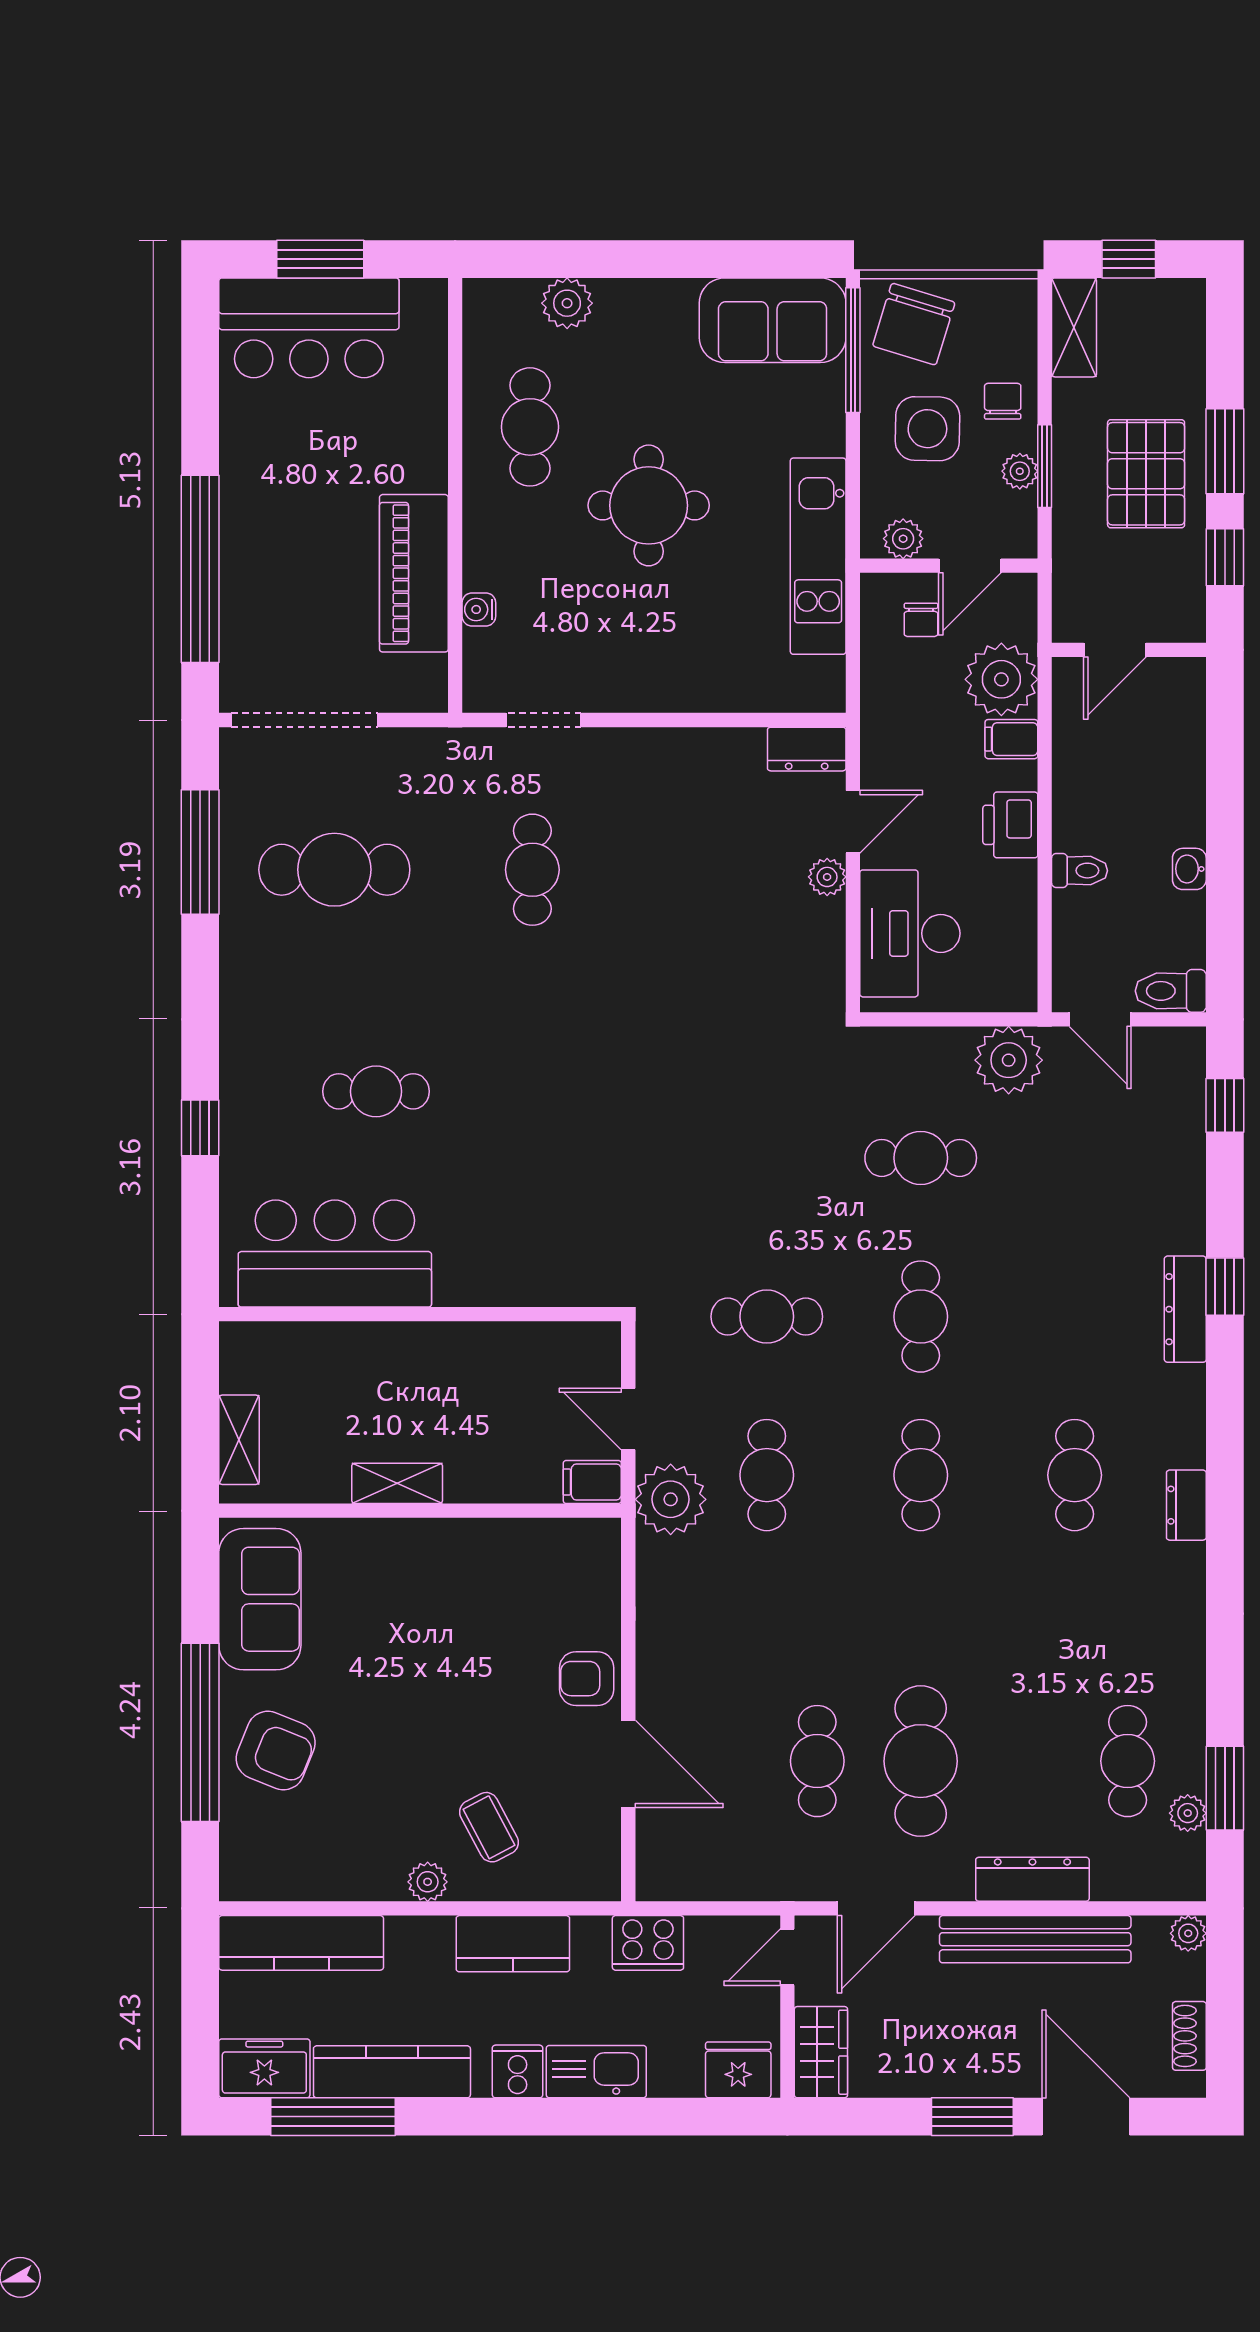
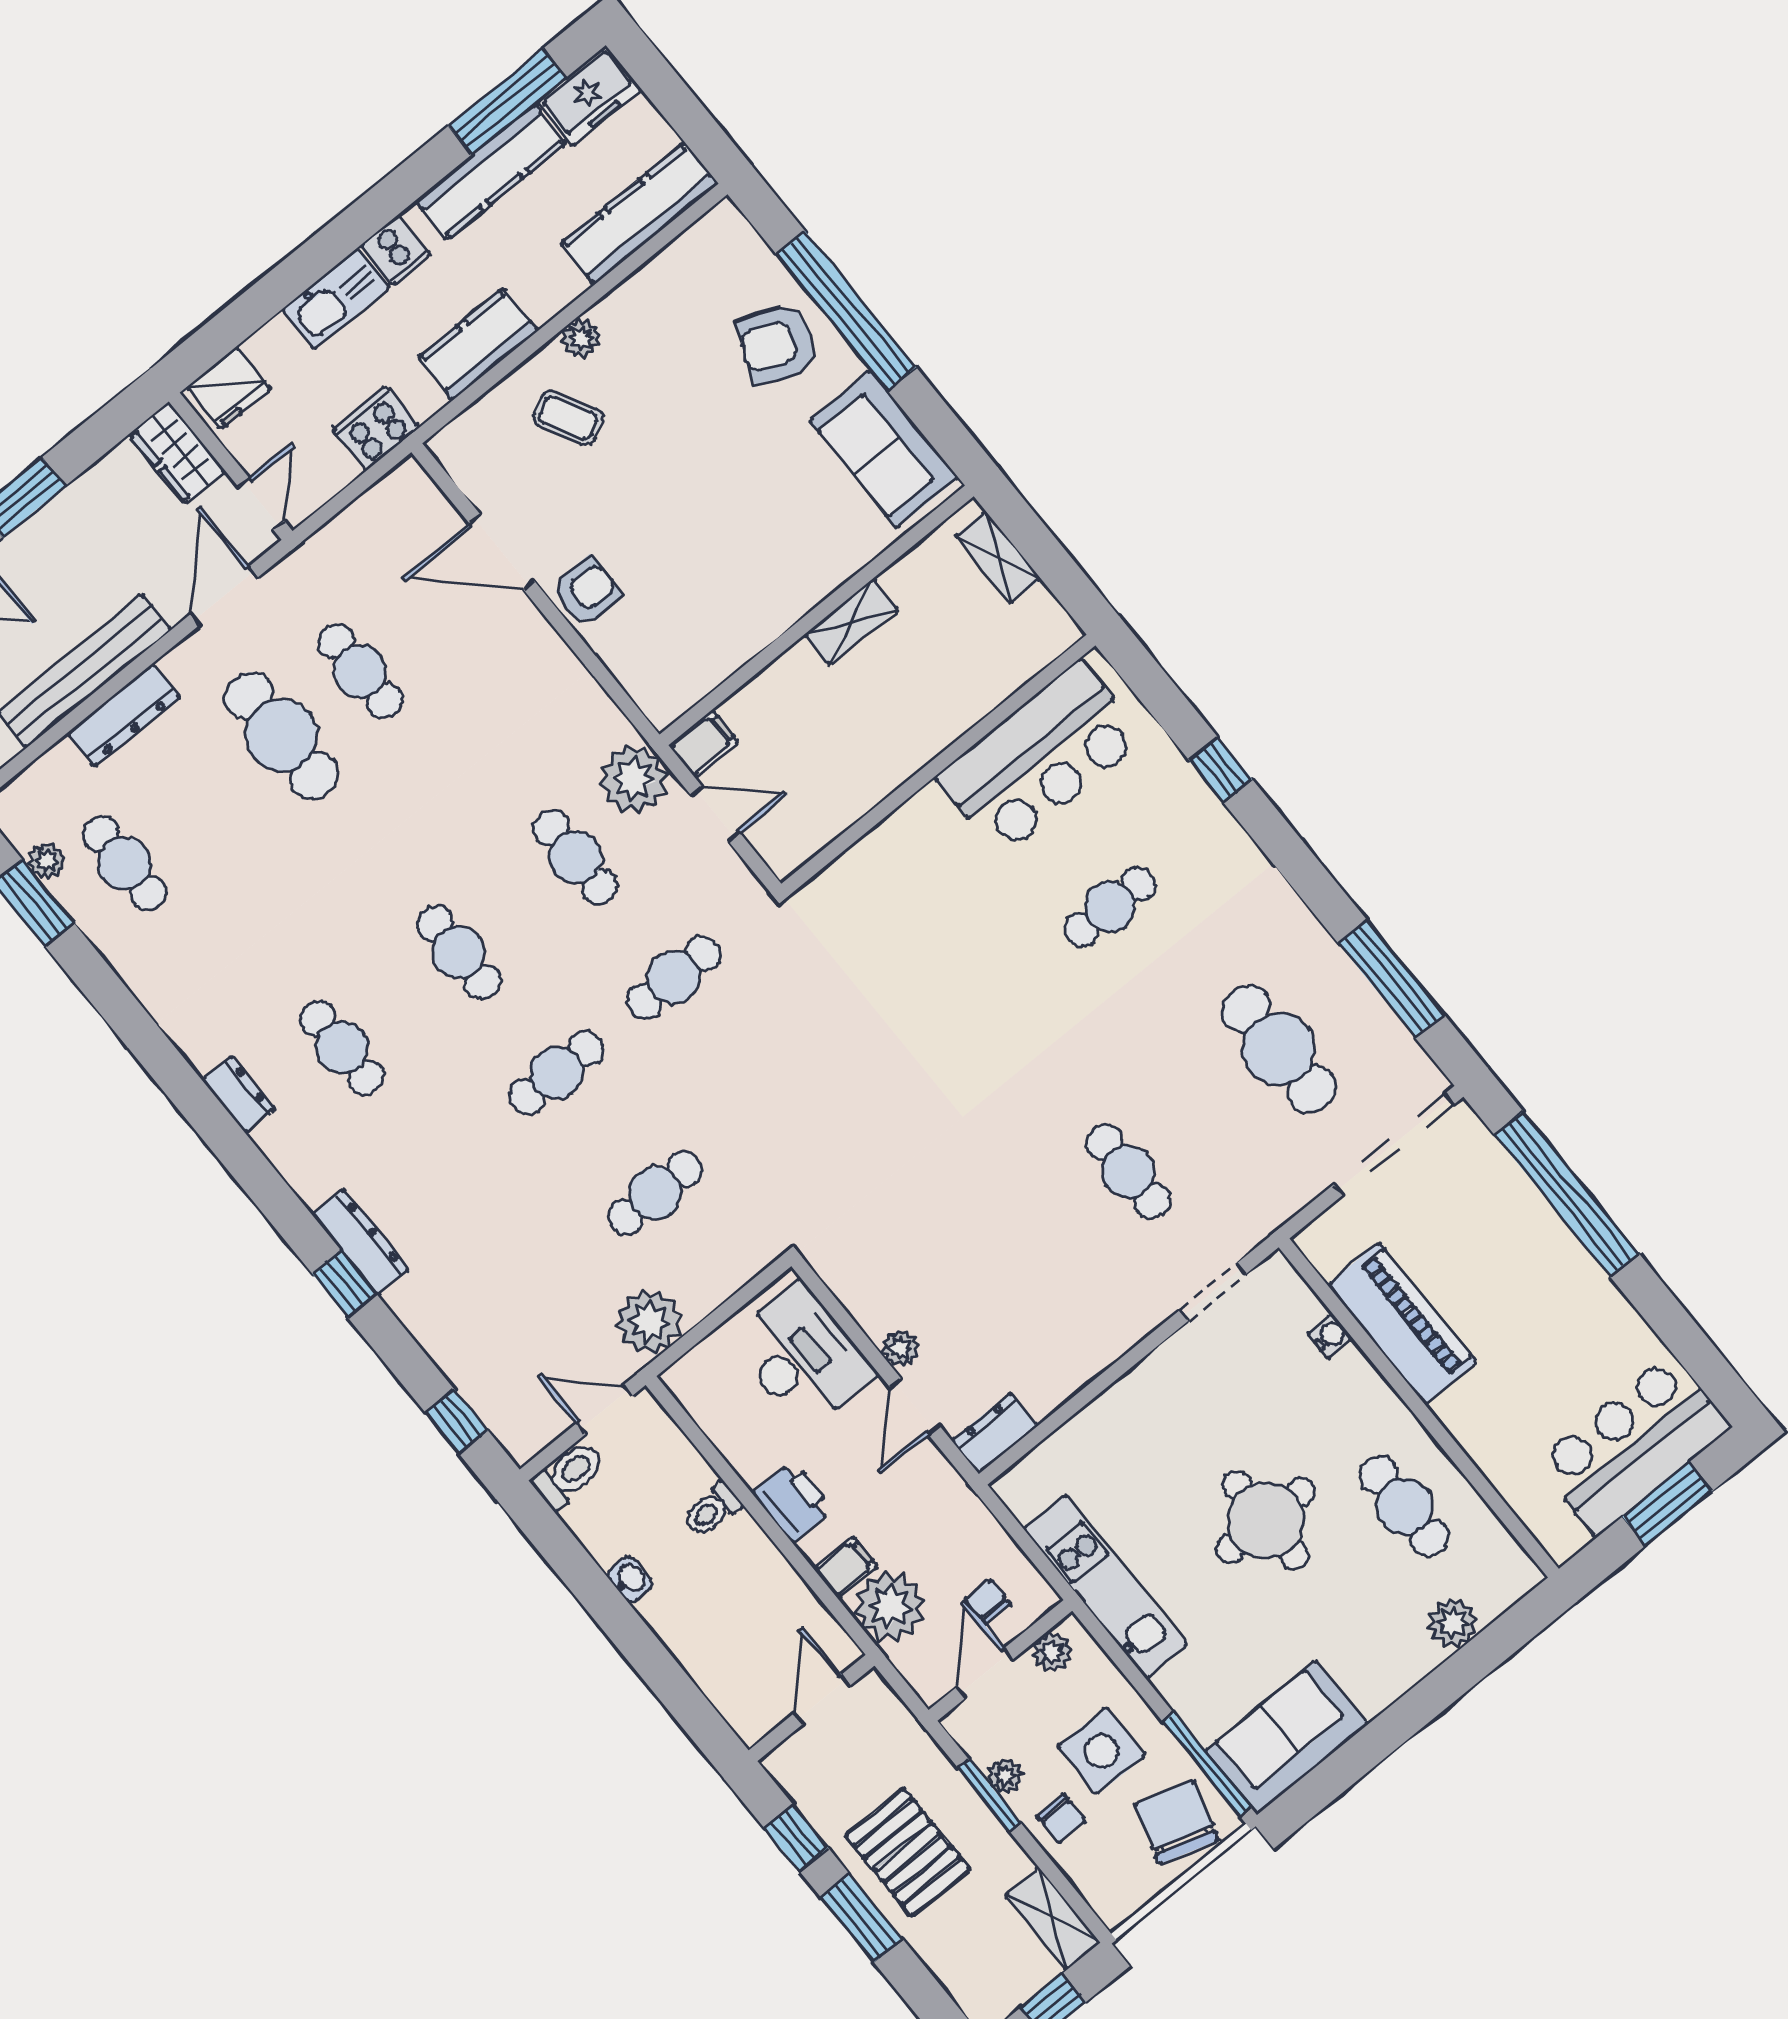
cafe table: (334, 870) -> (1279, 1049), turned 90
cafe table: (921, 1317) -> (557, 1073), turned 90

